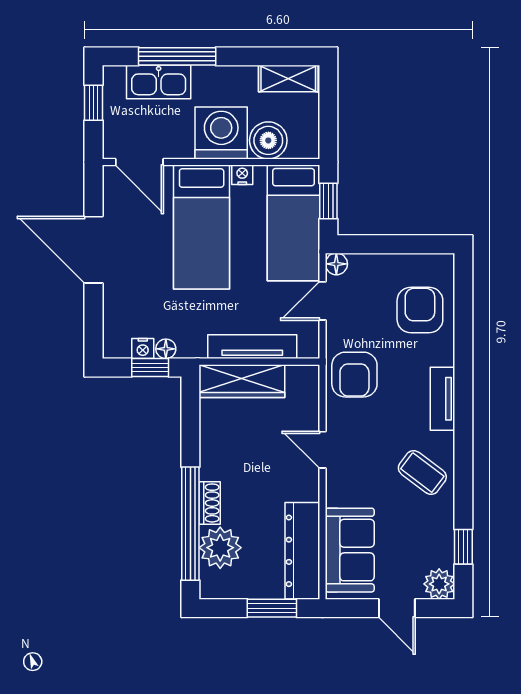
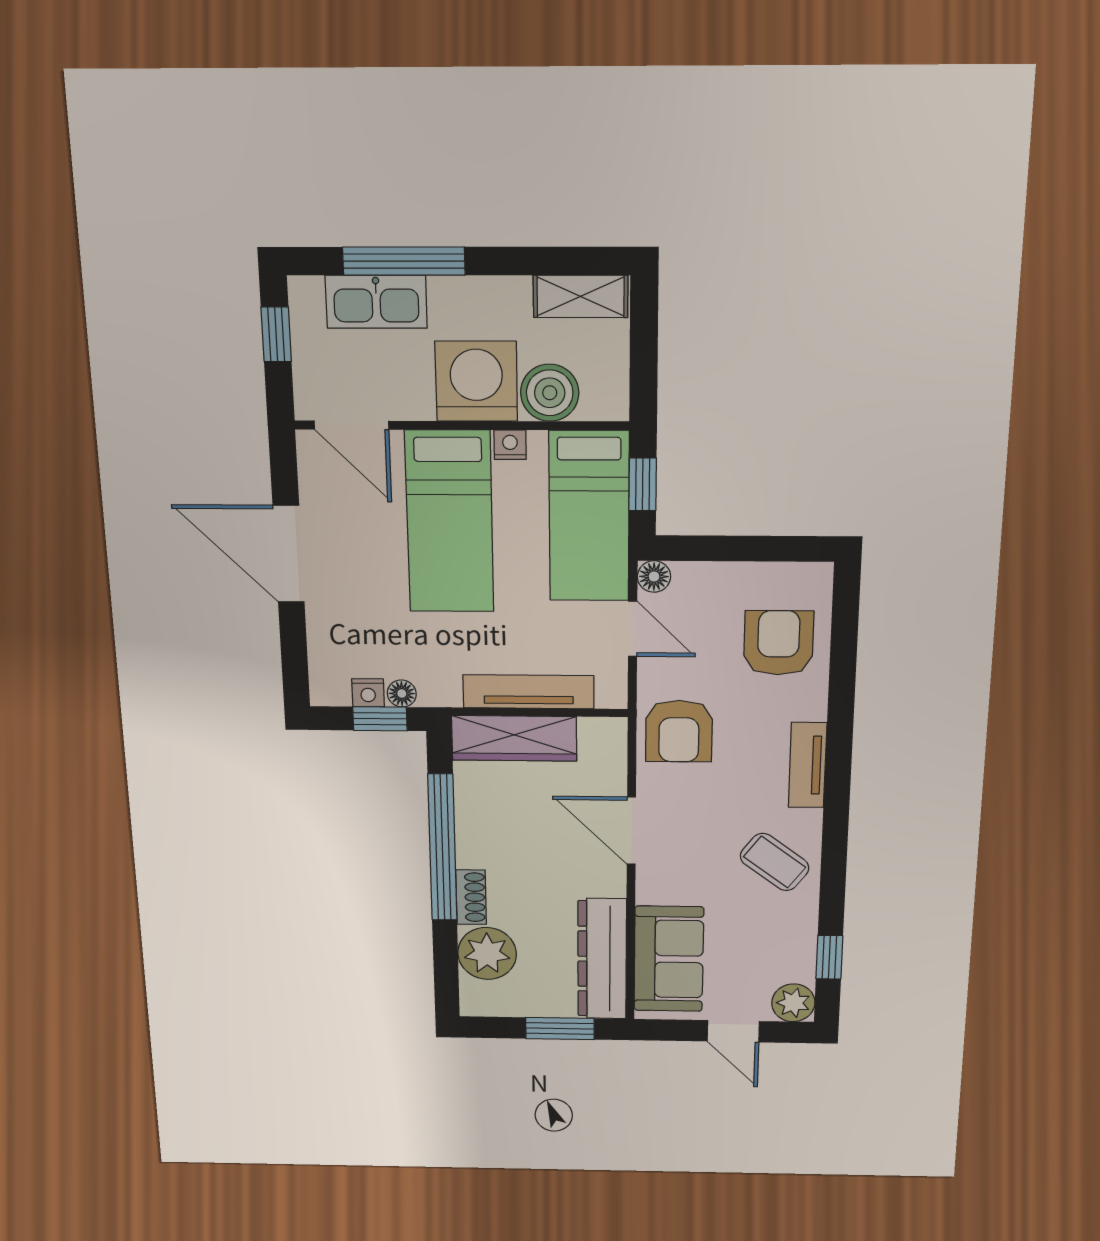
door: (322, 301) -> (633, 629), swing flipped
door: (322, 450) -> (631, 831), width x1.38
window: (190, 524) -> (442, 848), moved

